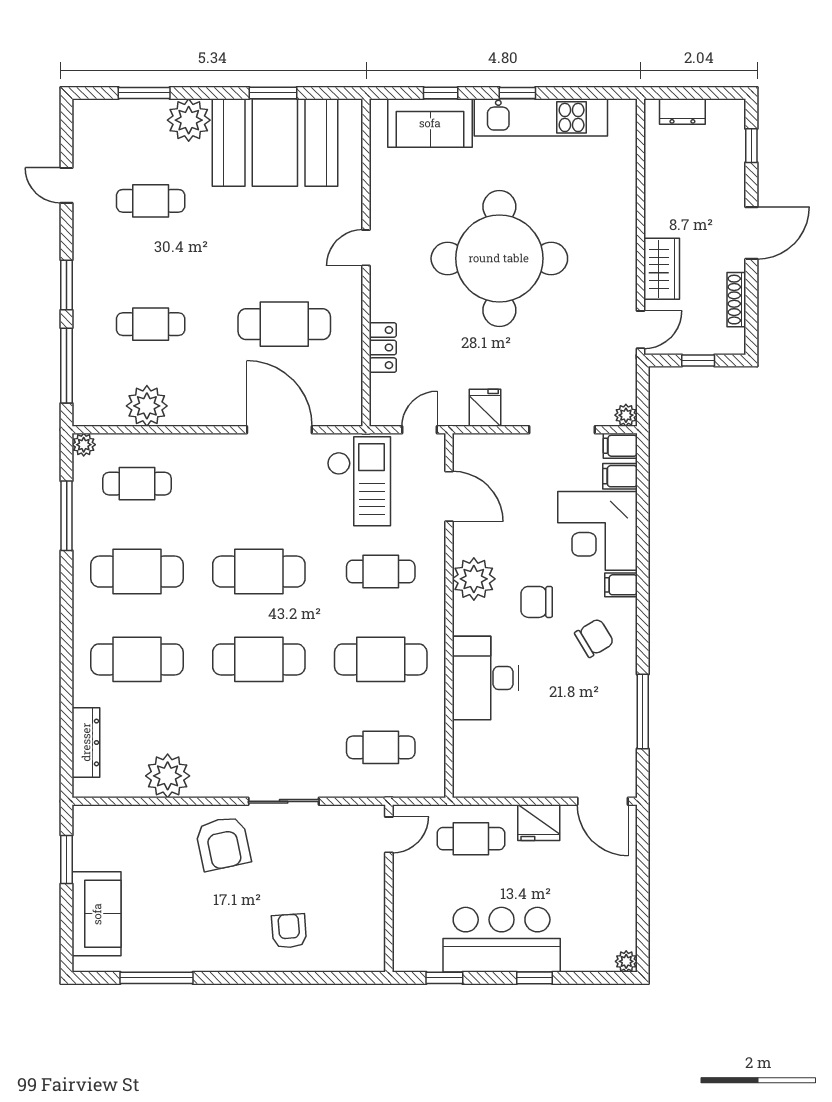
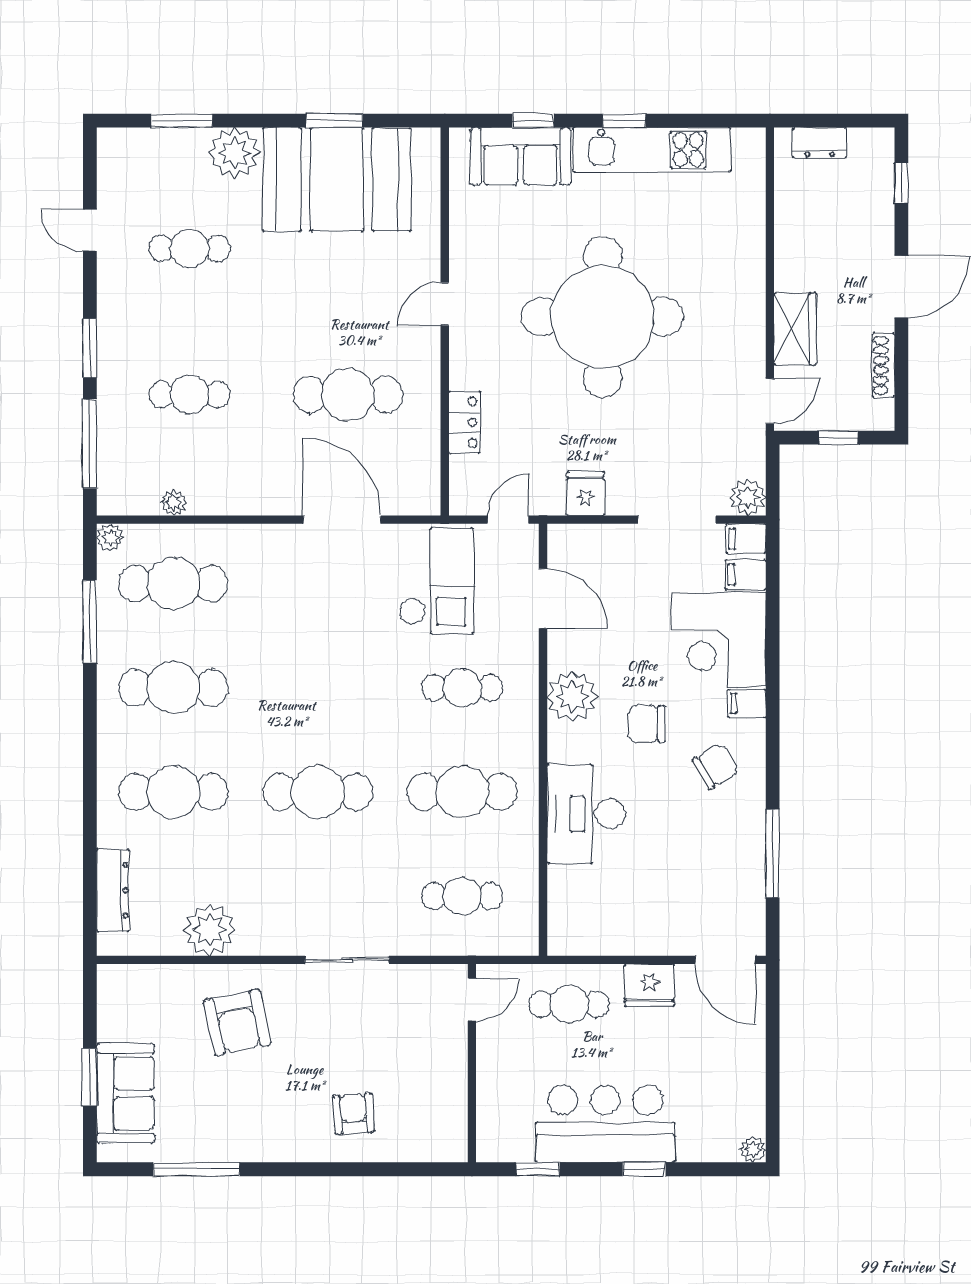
plant: (147, 406) -> (174, 503), width x0.53, depth x0.53
plant: (626, 415) -> (748, 497), width x1.38, depth x1.38
cafe table: (137, 484) -> (173, 584), width x1.37, depth x1.35
cafe table: (259, 572) -> (318, 688), removed
armchair: (223, 843) -> (237, 1022), moved
window: (67, 860) -> (90, 1077), moved

